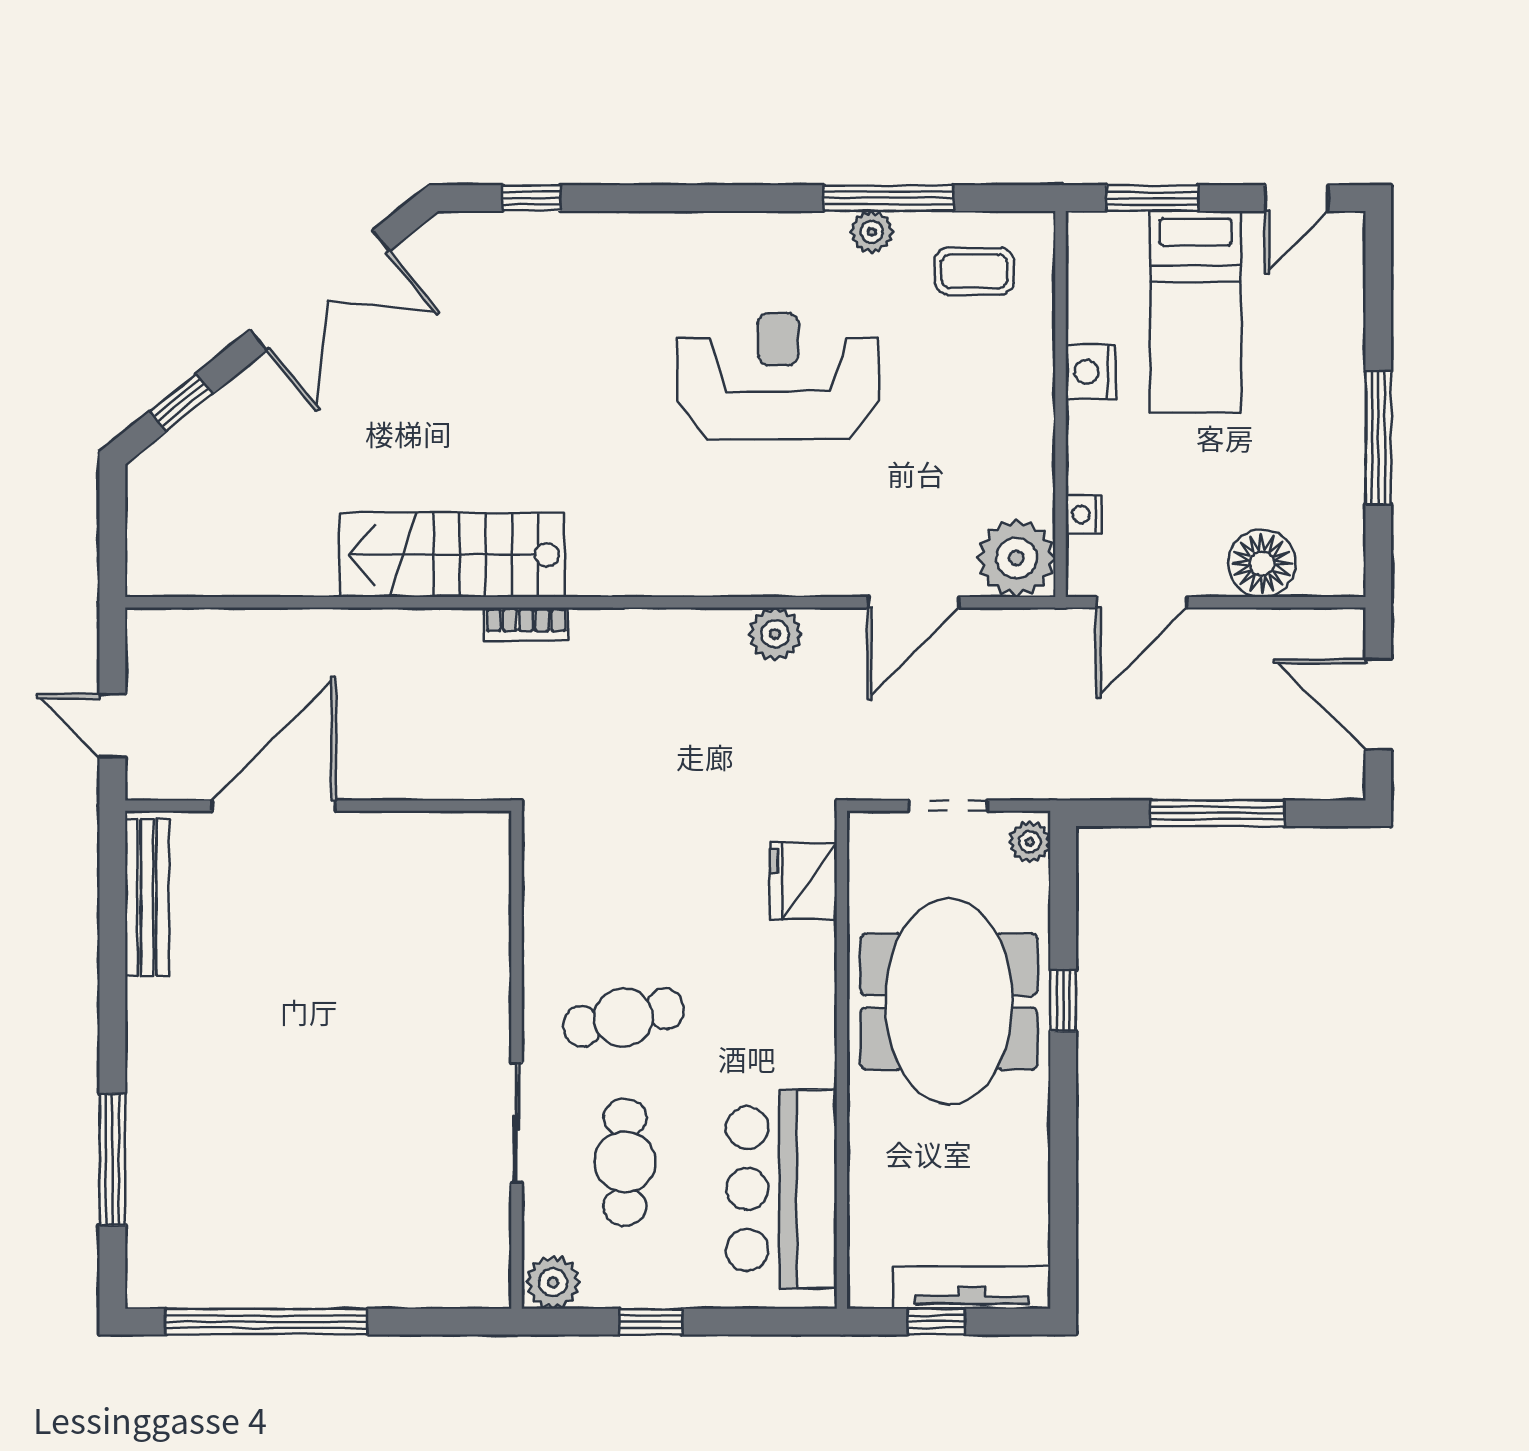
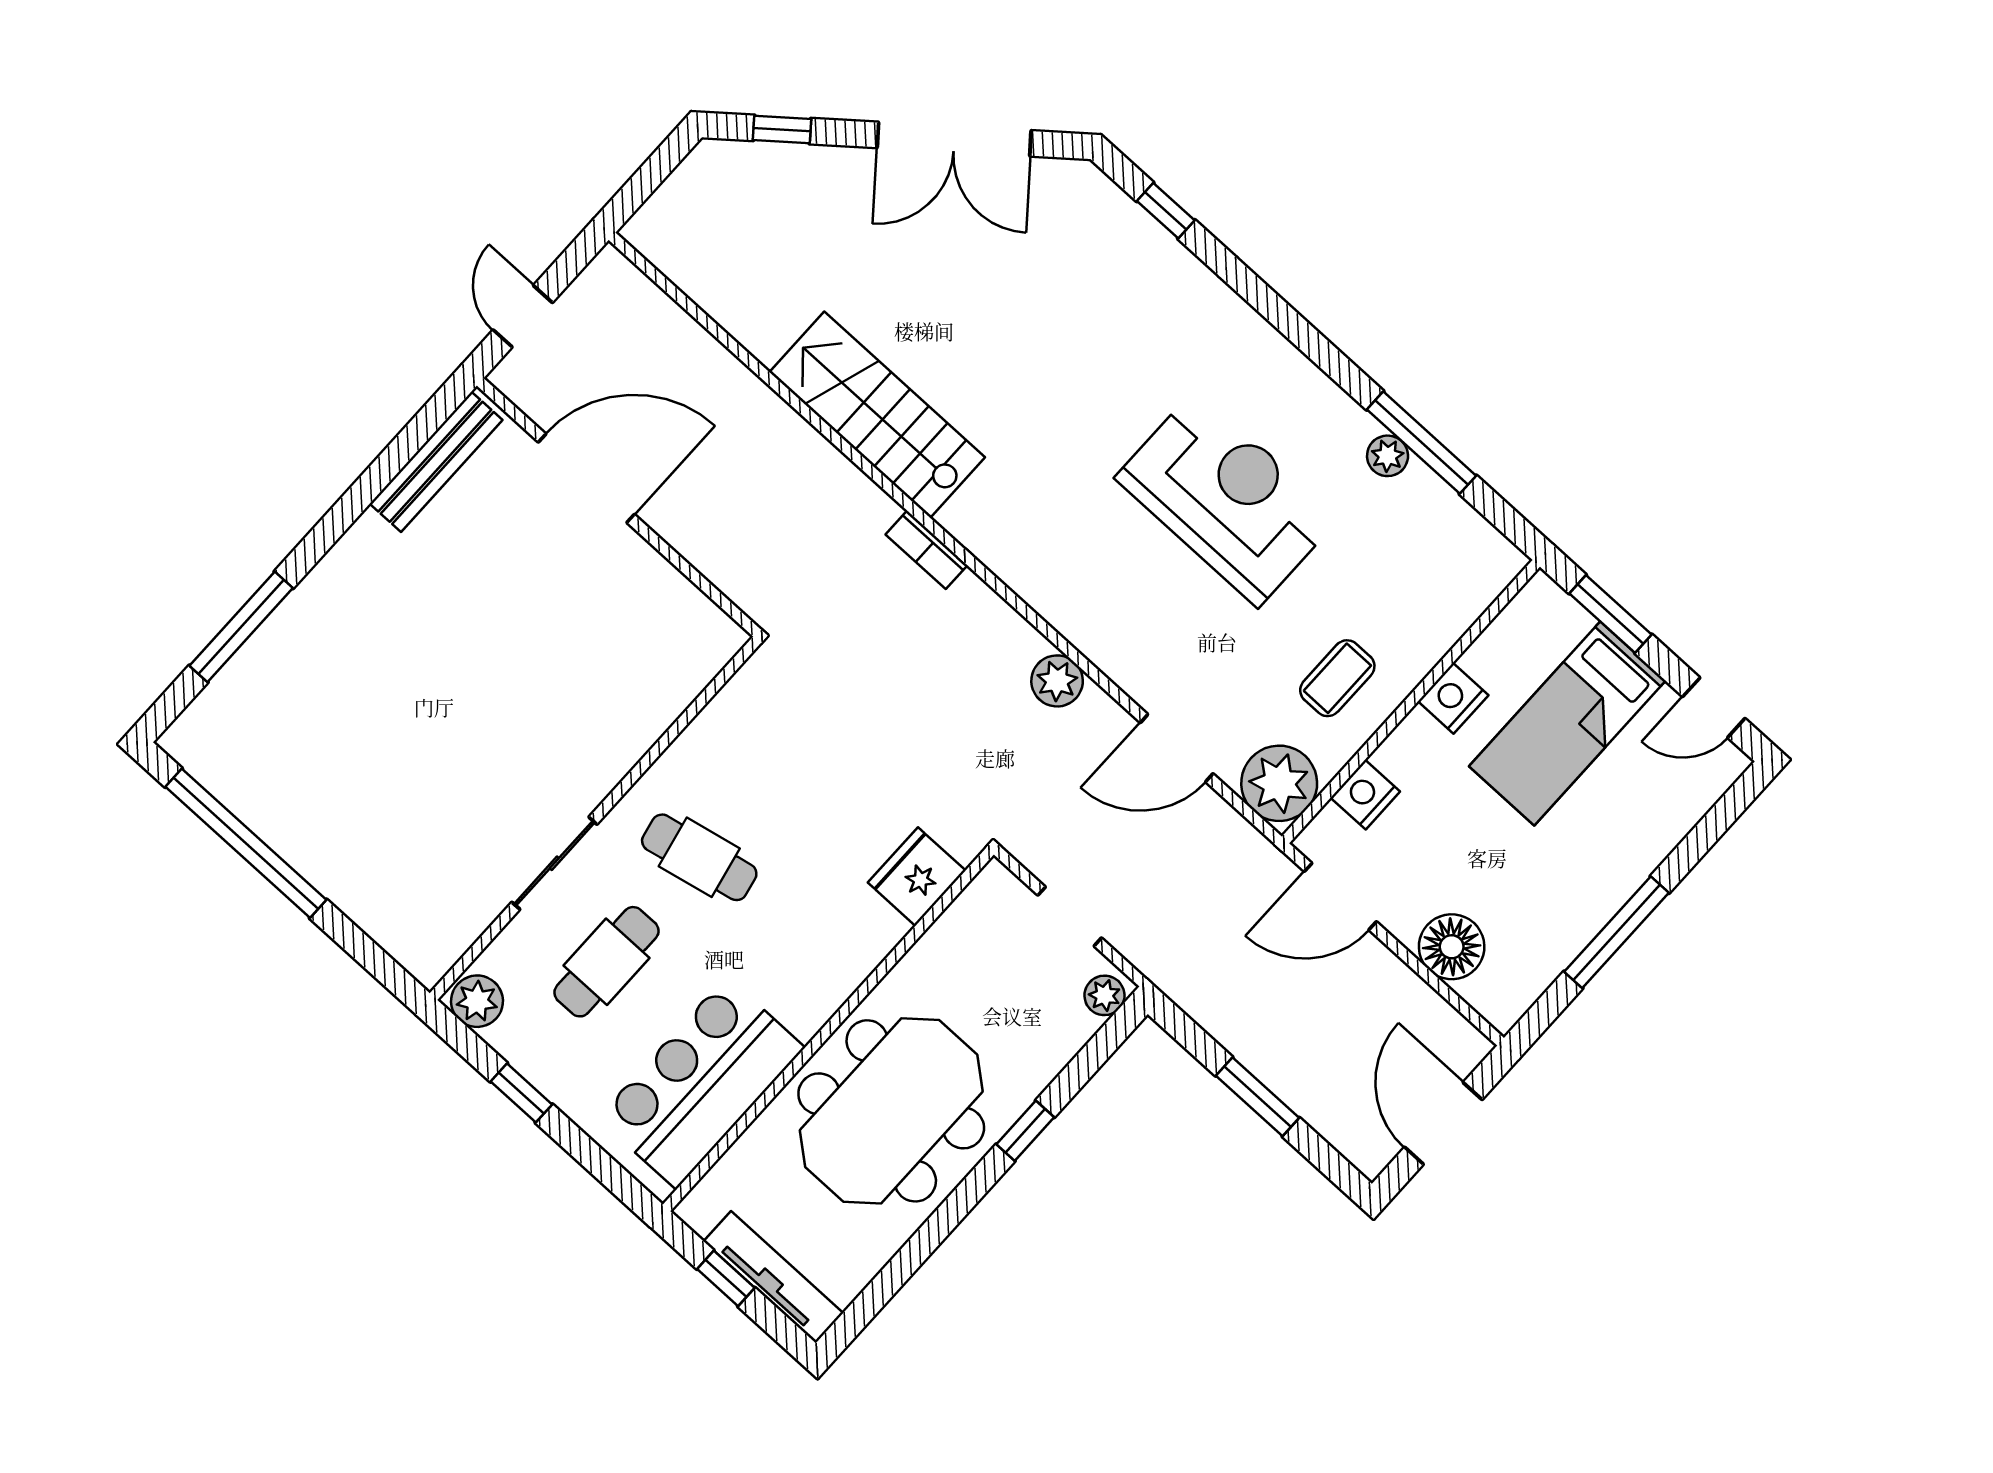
coffee table: (974, 271) -> (1337, 678), moved, turned 90
nightstand: (1084, 514) -> (1365, 795), width x1.39, depth x1.35
bookcase: (526, 624) -> (926, 550), moved
window: (1217, 813) -> (1257, 1097), width x0.69
meeting table: (949, 1001) -> (891, 1111), moved

